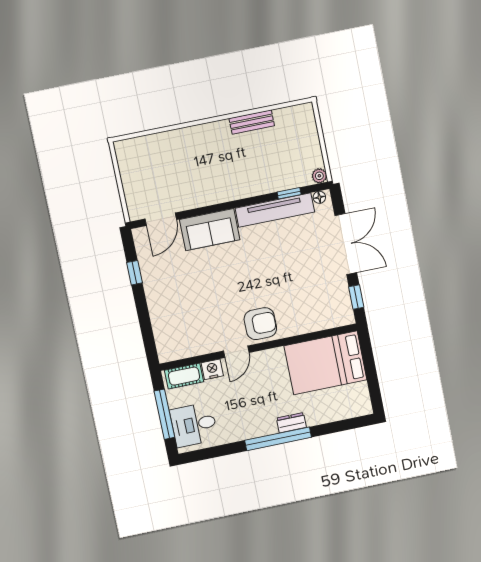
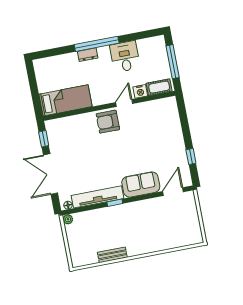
window: (289, 193) -> (115, 203), moved
bed: (326, 363) -> (65, 100), width x0.67
desk: (194, 425) -> (125, 57), moved, turned -90

